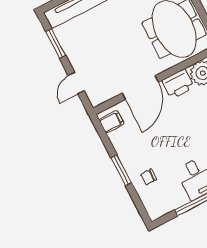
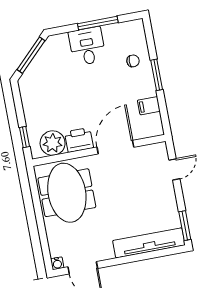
window: (56, 43) -> (185, 226), moved
filing cabinet: (112, 122) -> (149, 106), moved

